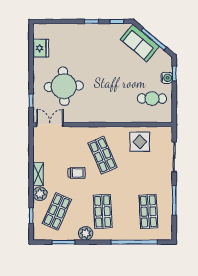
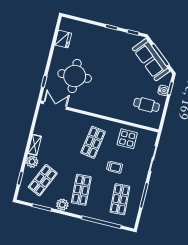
sofa: (140, 43) -> (151, 60), width x1.36
shop shelf: (103, 155) -> (93, 142), turned 33
trolley: (76, 173) -> (114, 167), moved

